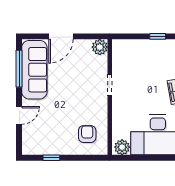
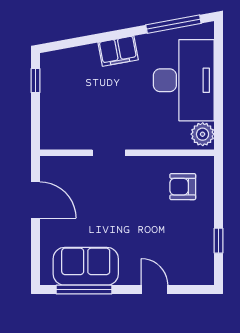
door: (61, 36) -> (35, 200), moved
plant: (100, 47) -> (52, 168), removed
sofa: (34, 70) -> (86, 266), width x0.73

